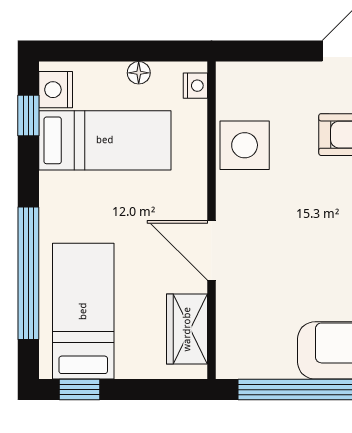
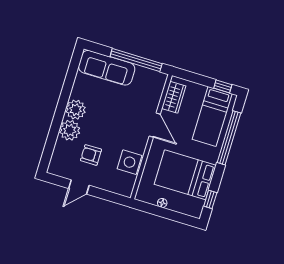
nightstand: (195, 86) -> (142, 191), removed
nightstand: (56, 90) -> (197, 206), removed
bed: (105, 140) -> (185, 175), width x1.50

